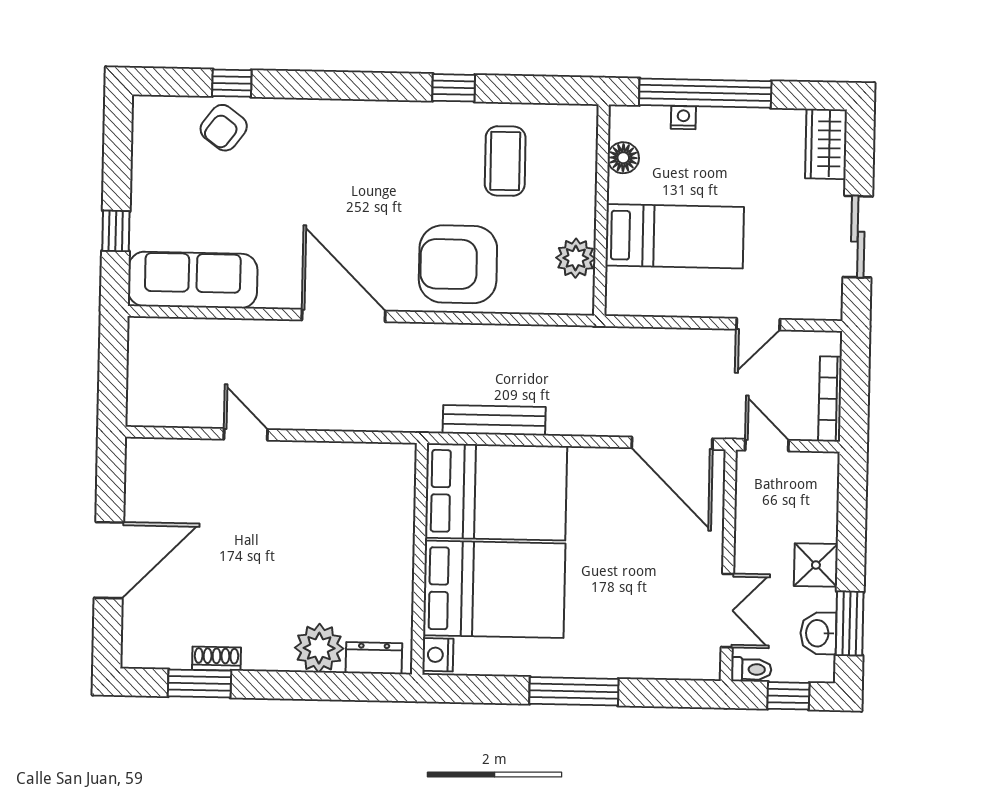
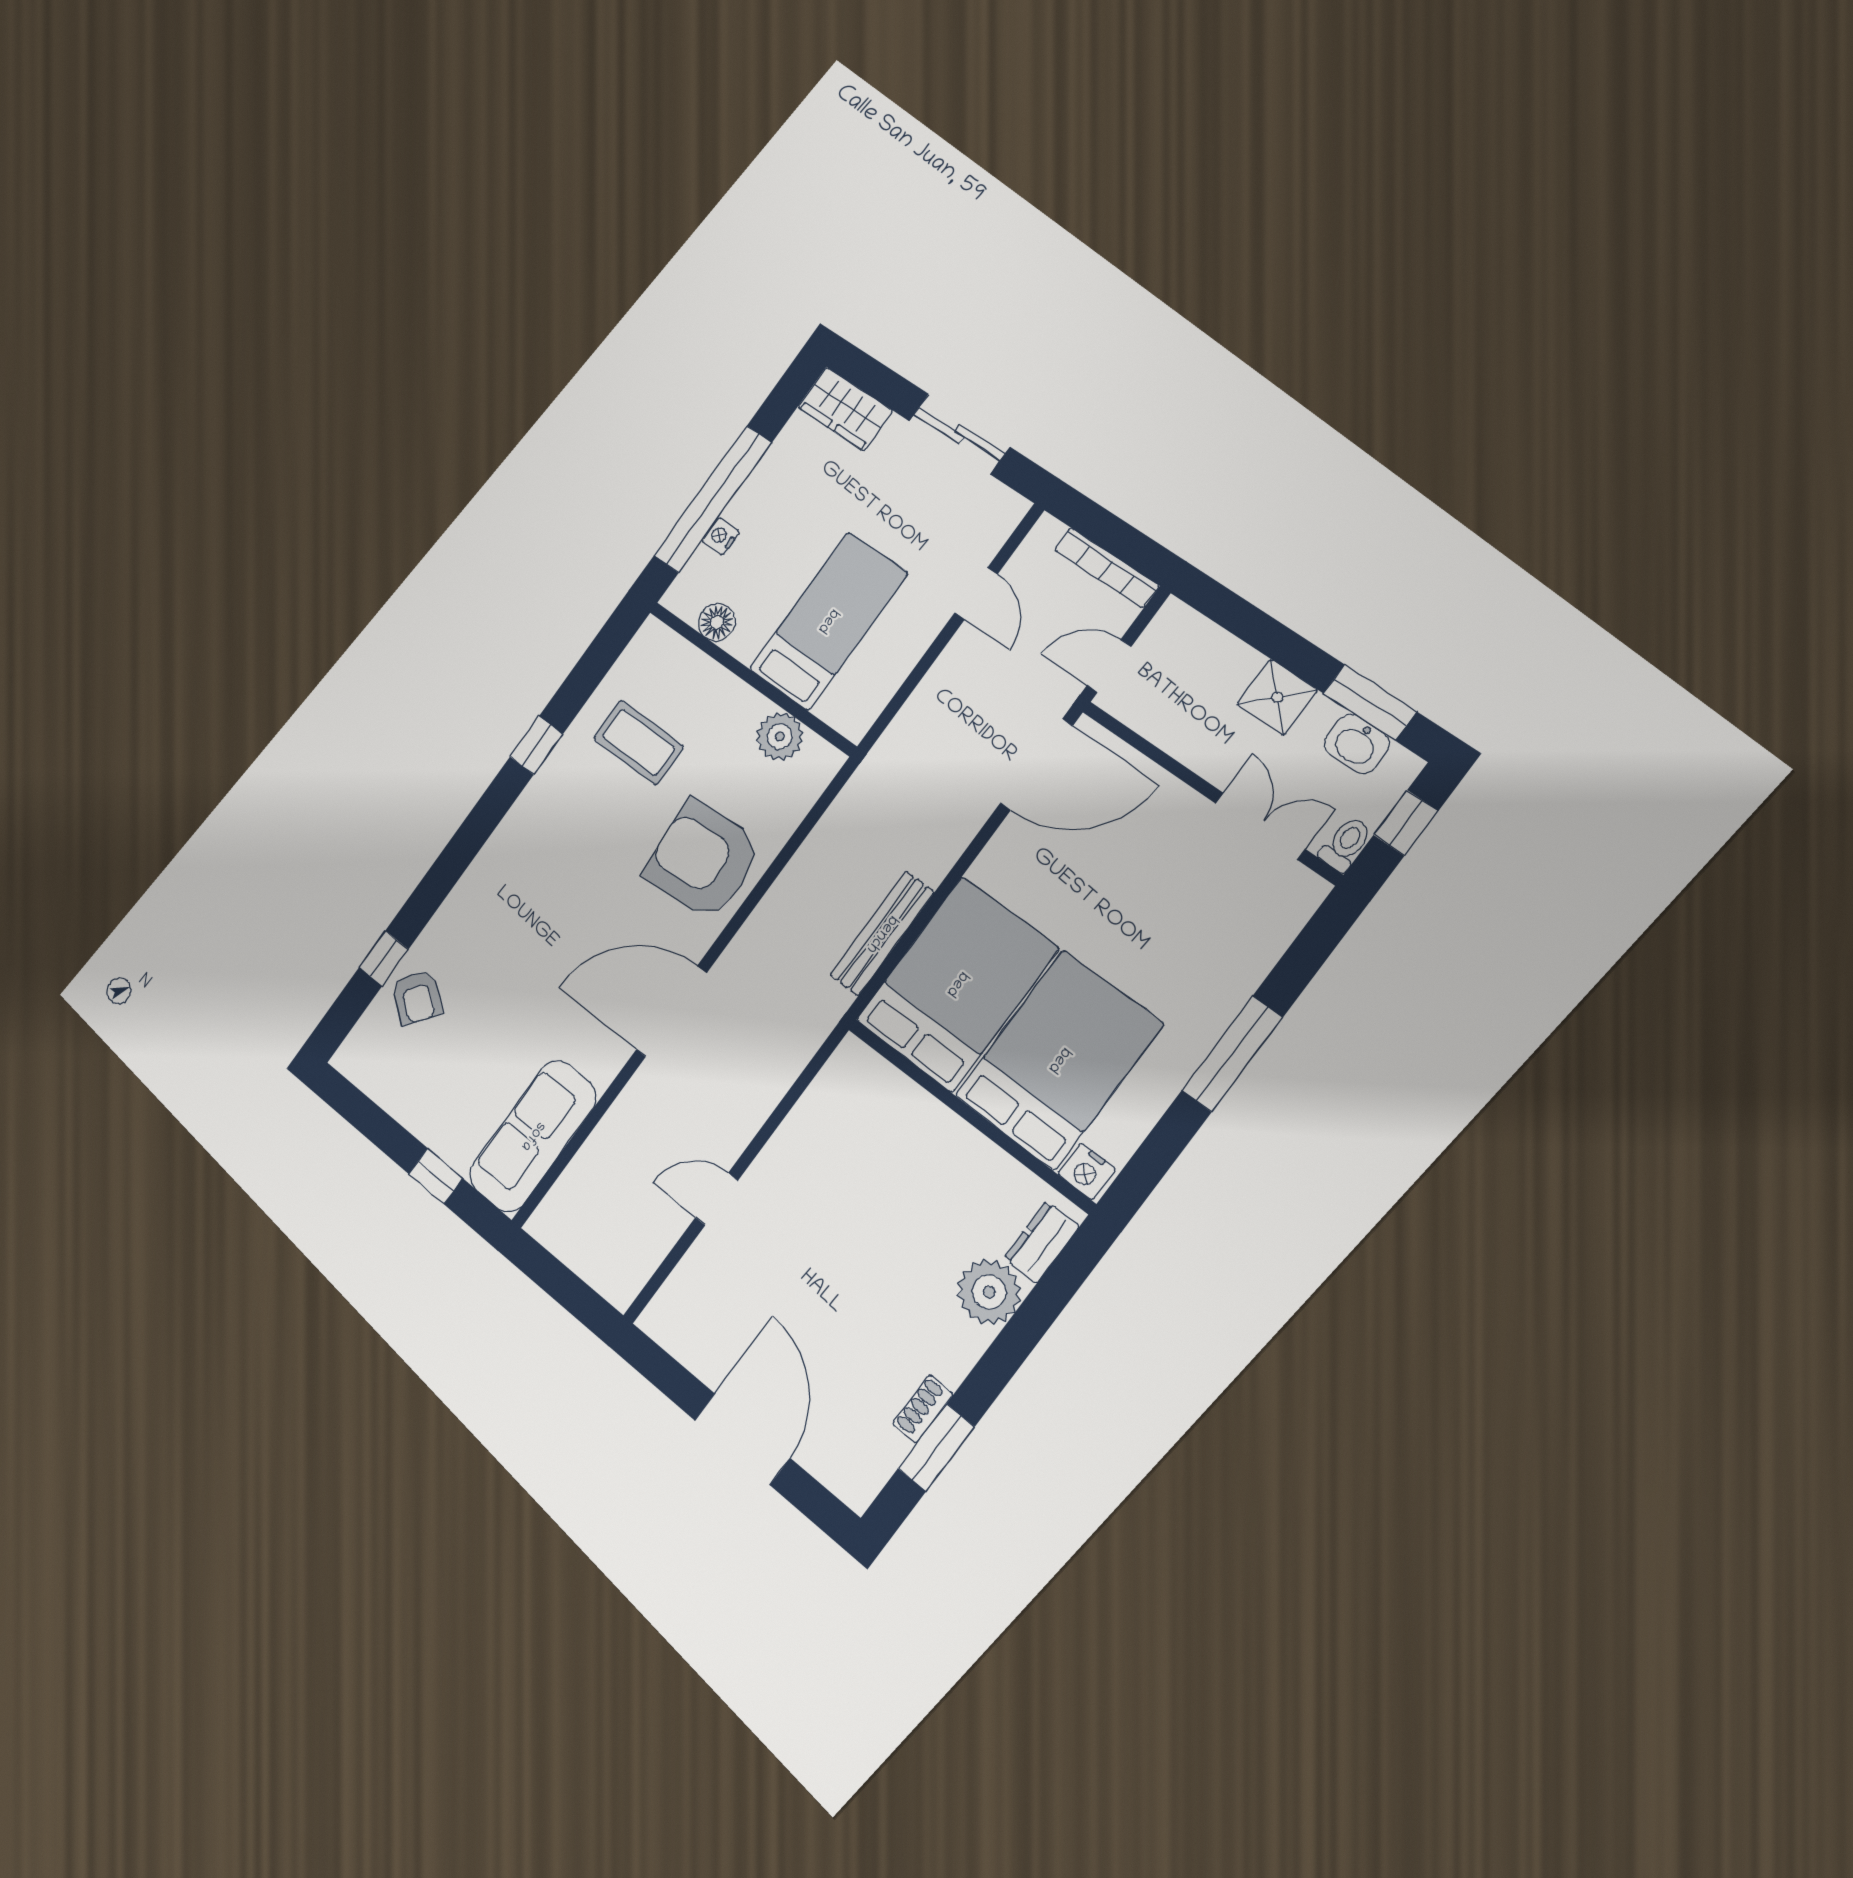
armchair: (458, 264) -> (703, 860), turned 86

